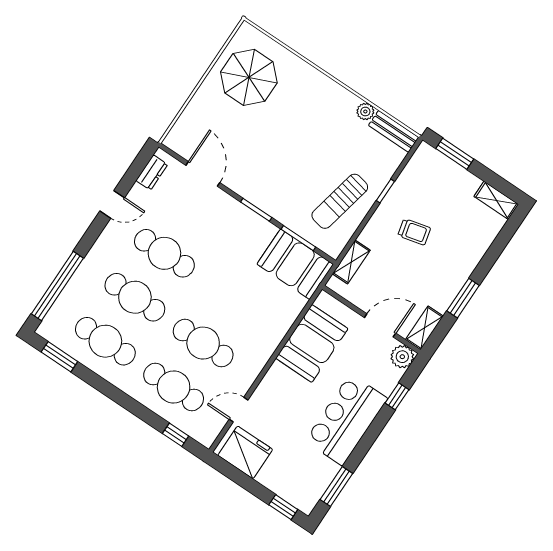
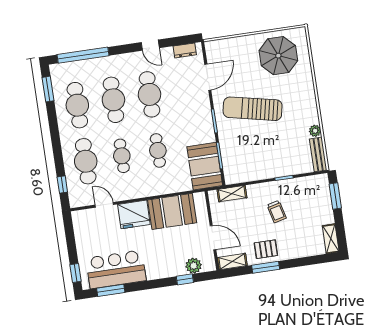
sun lounger: (340, 201) -> (253, 109), moved, width x1.36, depth x1.34
pallet: (444, 280) -> (266, 249), added
cafe table: (233, 299) -> (158, 150), added
cafe table: (203, 343) -> (122, 156), width x0.73, depth x0.74
plant: (402, 357) -> (194, 266), moved
bar counter: (346, 420) -> (116, 269), moved
fridge: (245, 452) -> (134, 214), moved, turned 90

